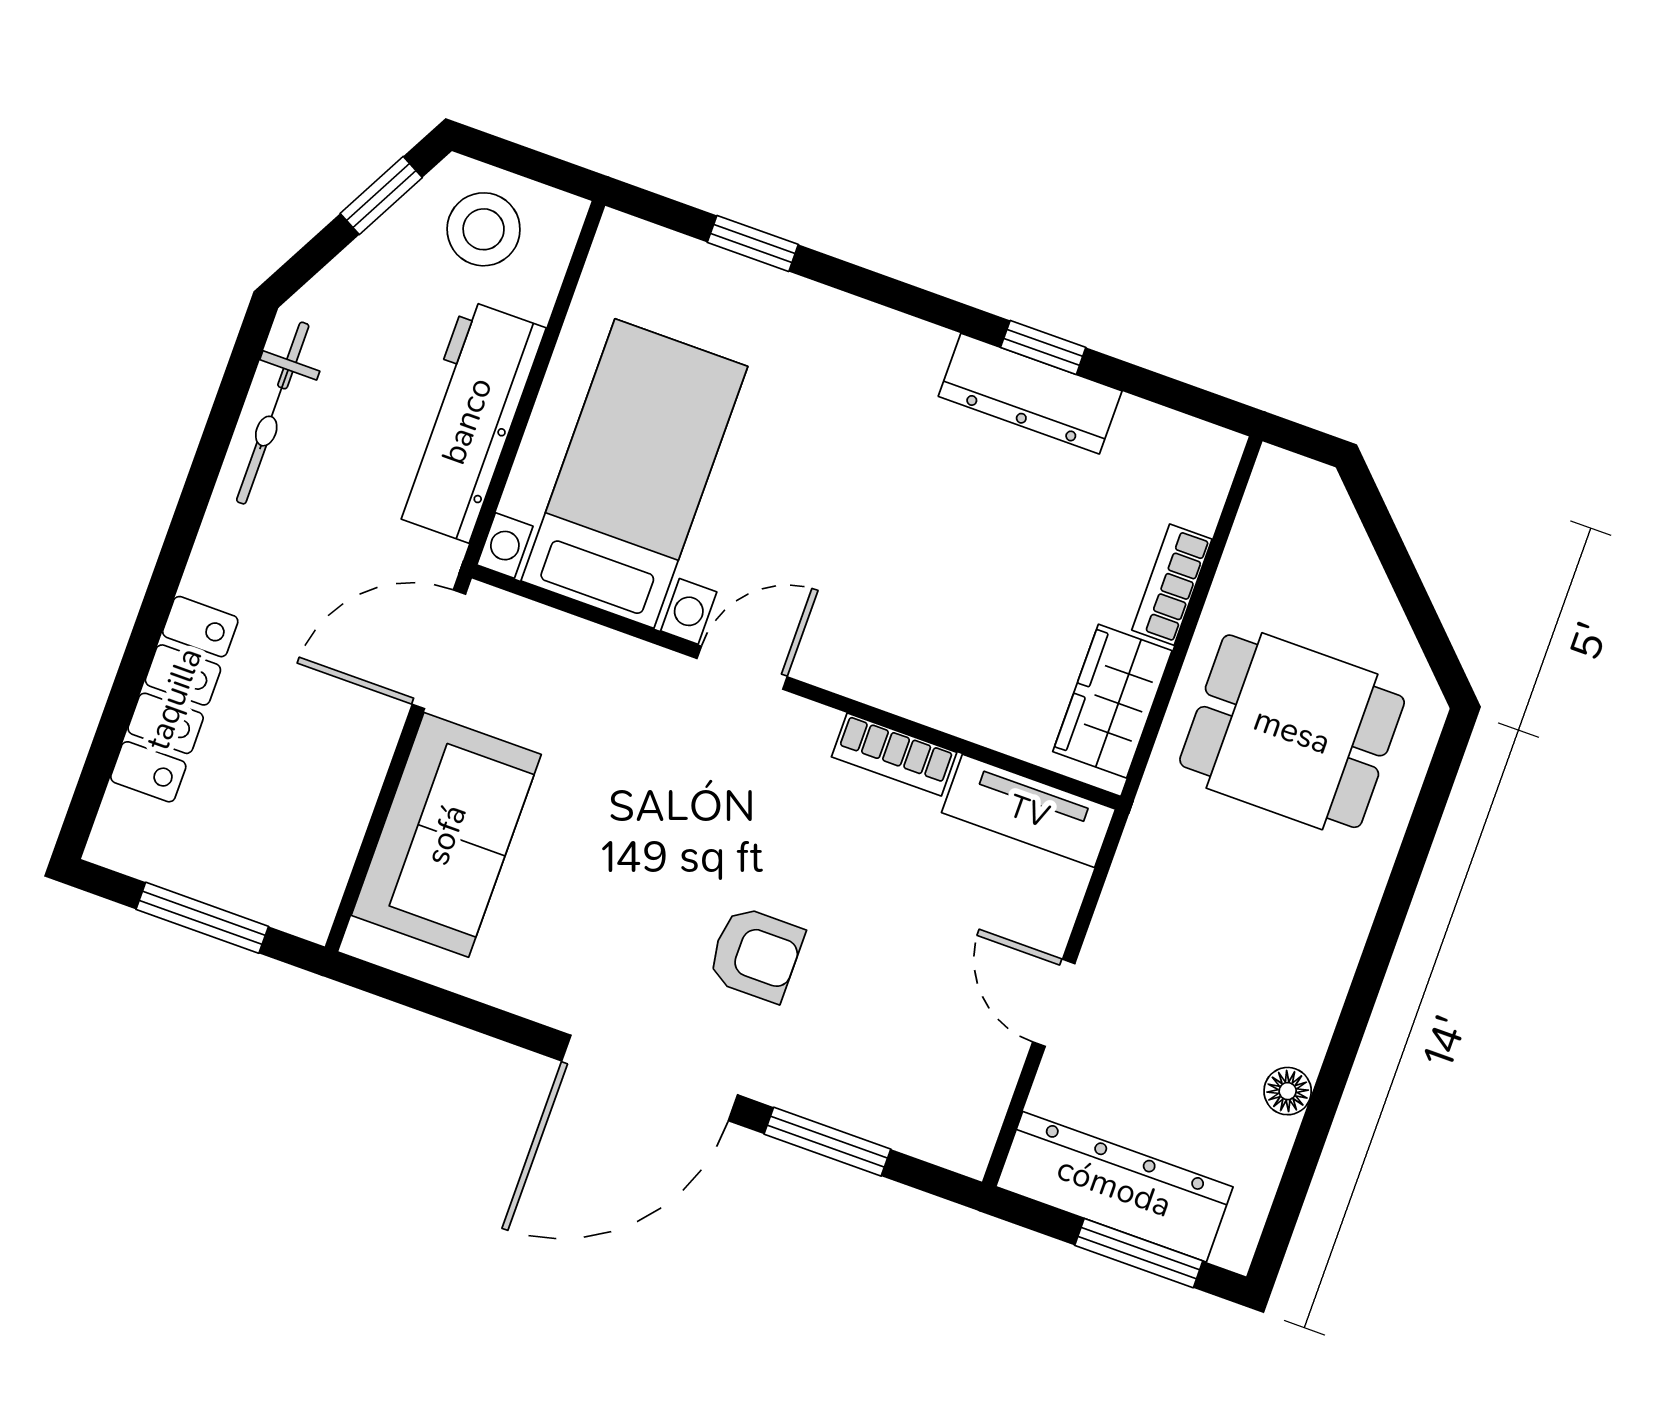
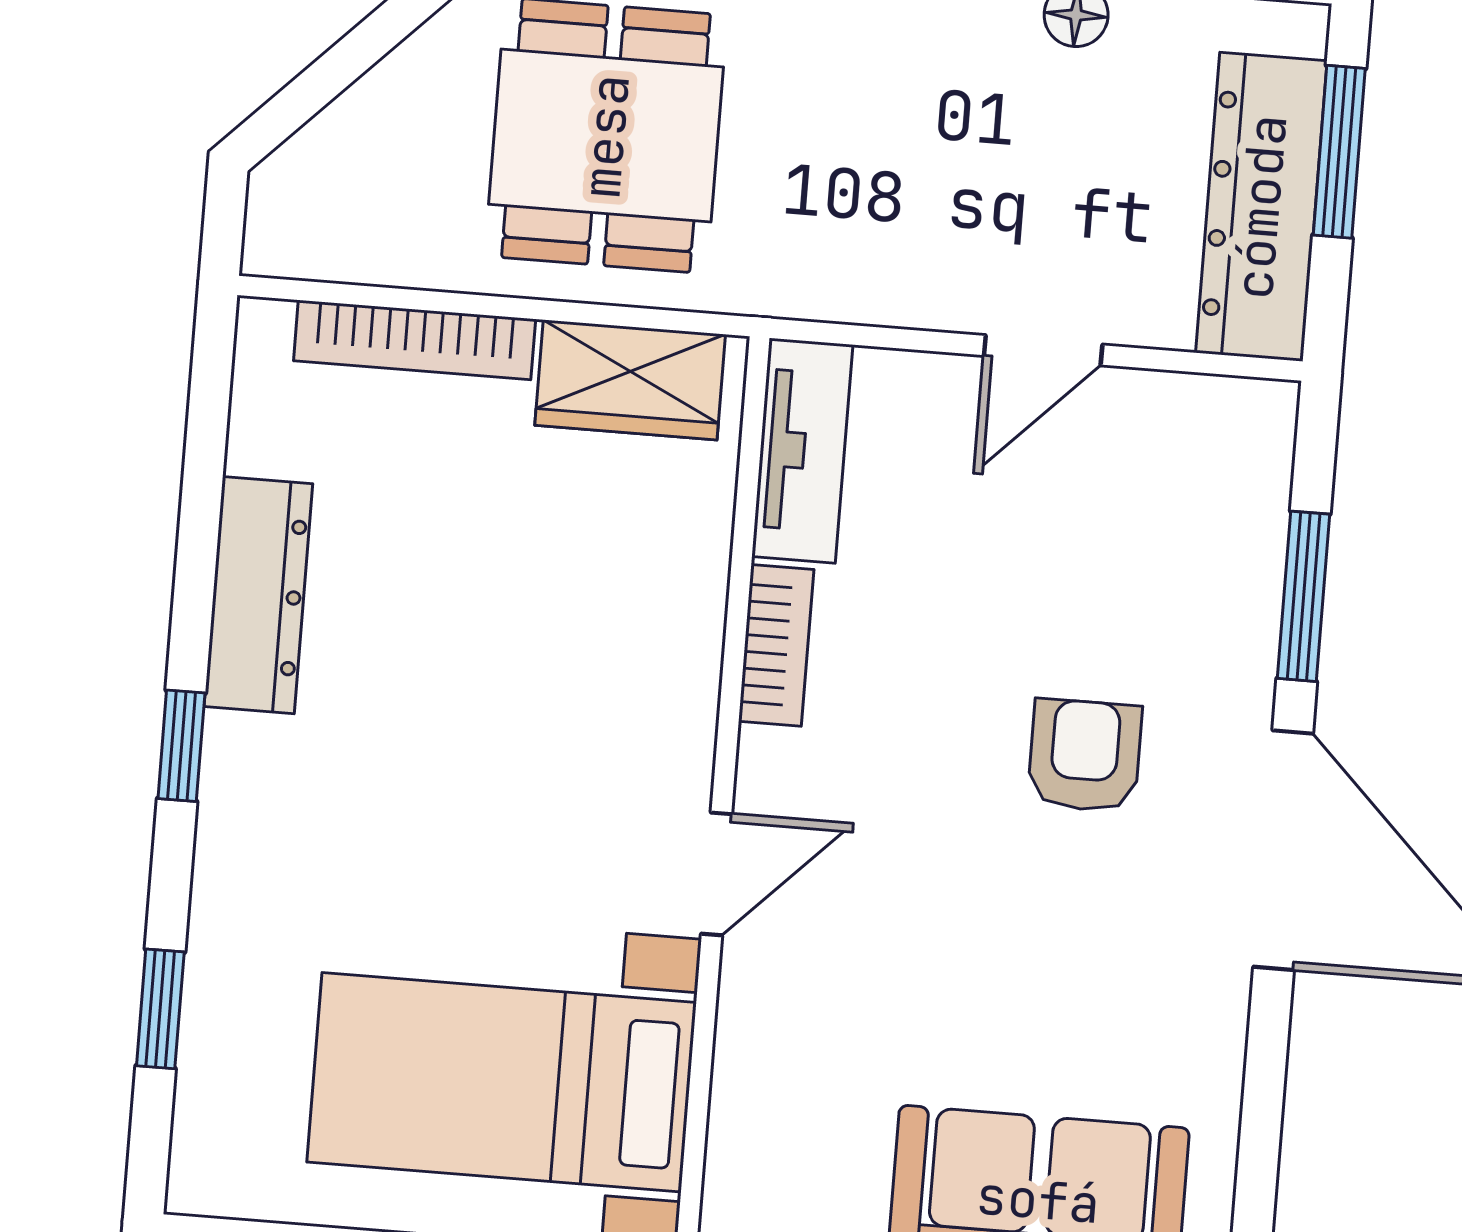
window: (1043, 347) -> (181, 746), moved
bookcase: (1172, 585) -> (415, 340), width x1.56
door: (742, 668) -> (716, 874), swing flipped

